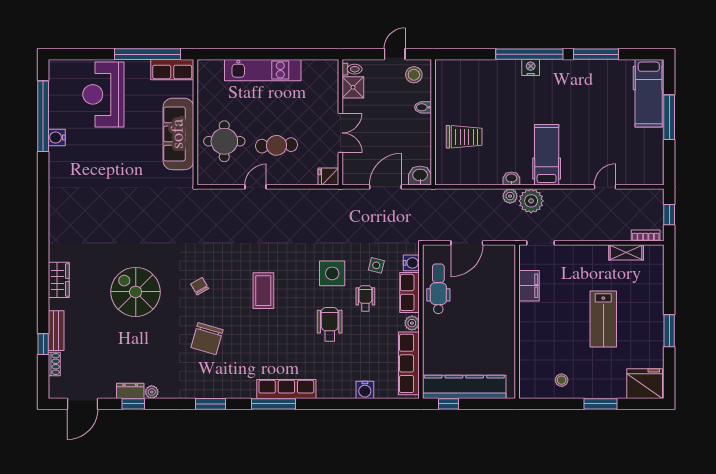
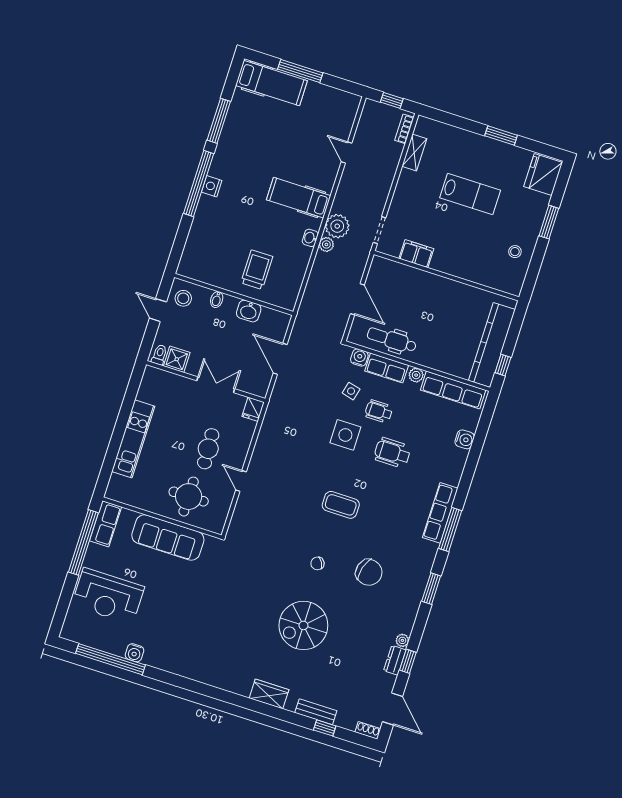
washbasin: (420, 176) -> (249, 311), moved, turned -90
shoe rack: (54, 364) -> (368, 730), moved

